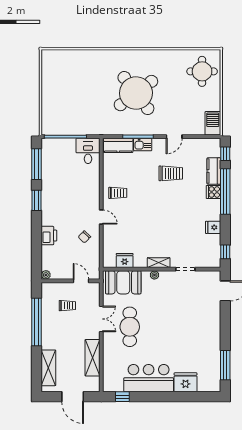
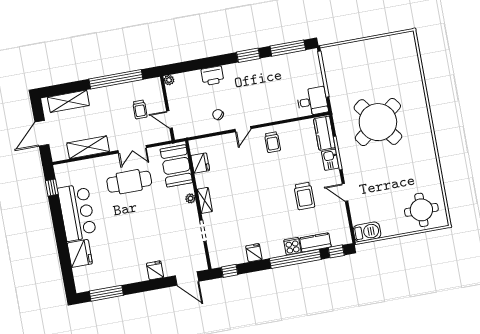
round table: (136, 93) -> (378, 122), moved
door: (81, 281) -> (169, 120), swing flipped
fridge: (213, 318) -> (155, 270), added

